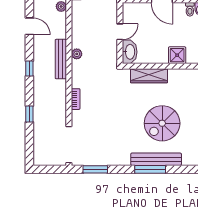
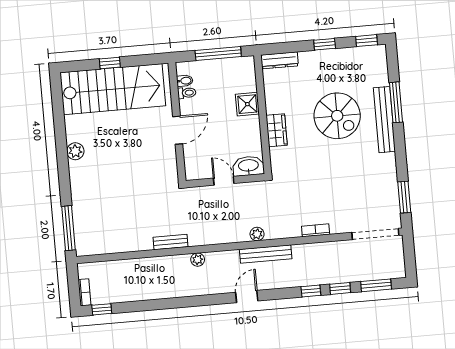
door: (29, 26) -> (247, 297), moved
window: (29, 68) -> (311, 291), moved
wardrobe: (149, 76) -> (277, 130), width x0.67
window: (29, 142) -> (376, 285), added
window: (150, 169) -> (396, 102), moved

